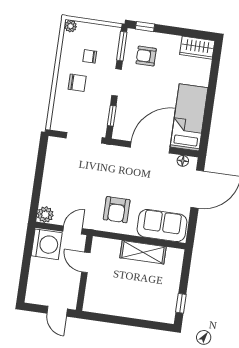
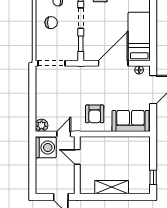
doorway: (84, 138) -> (51, 63), moved
shelving: (143, 252) -> (112, 187), moved

